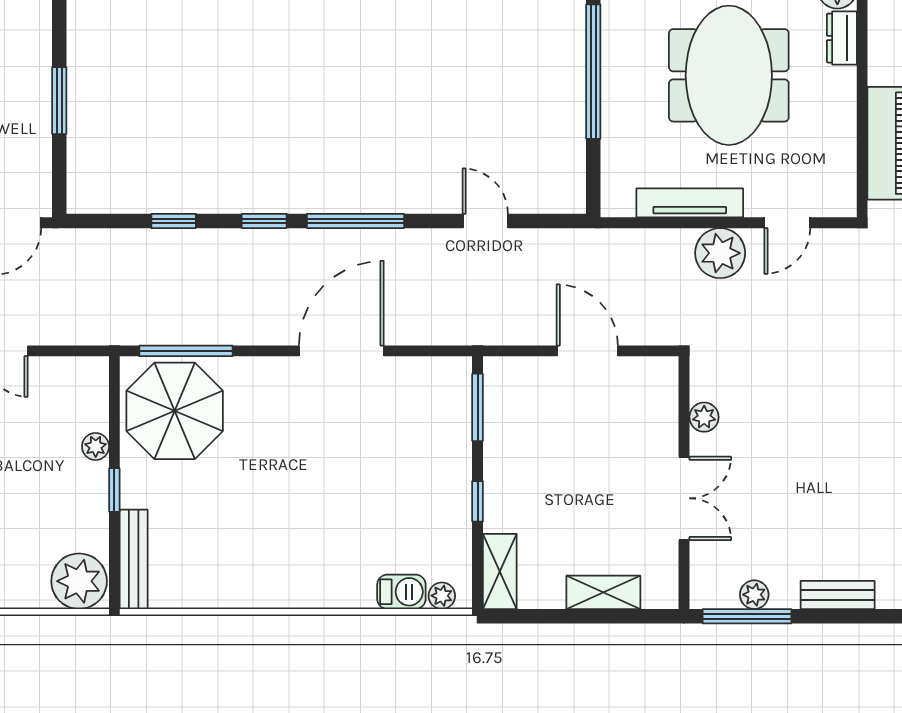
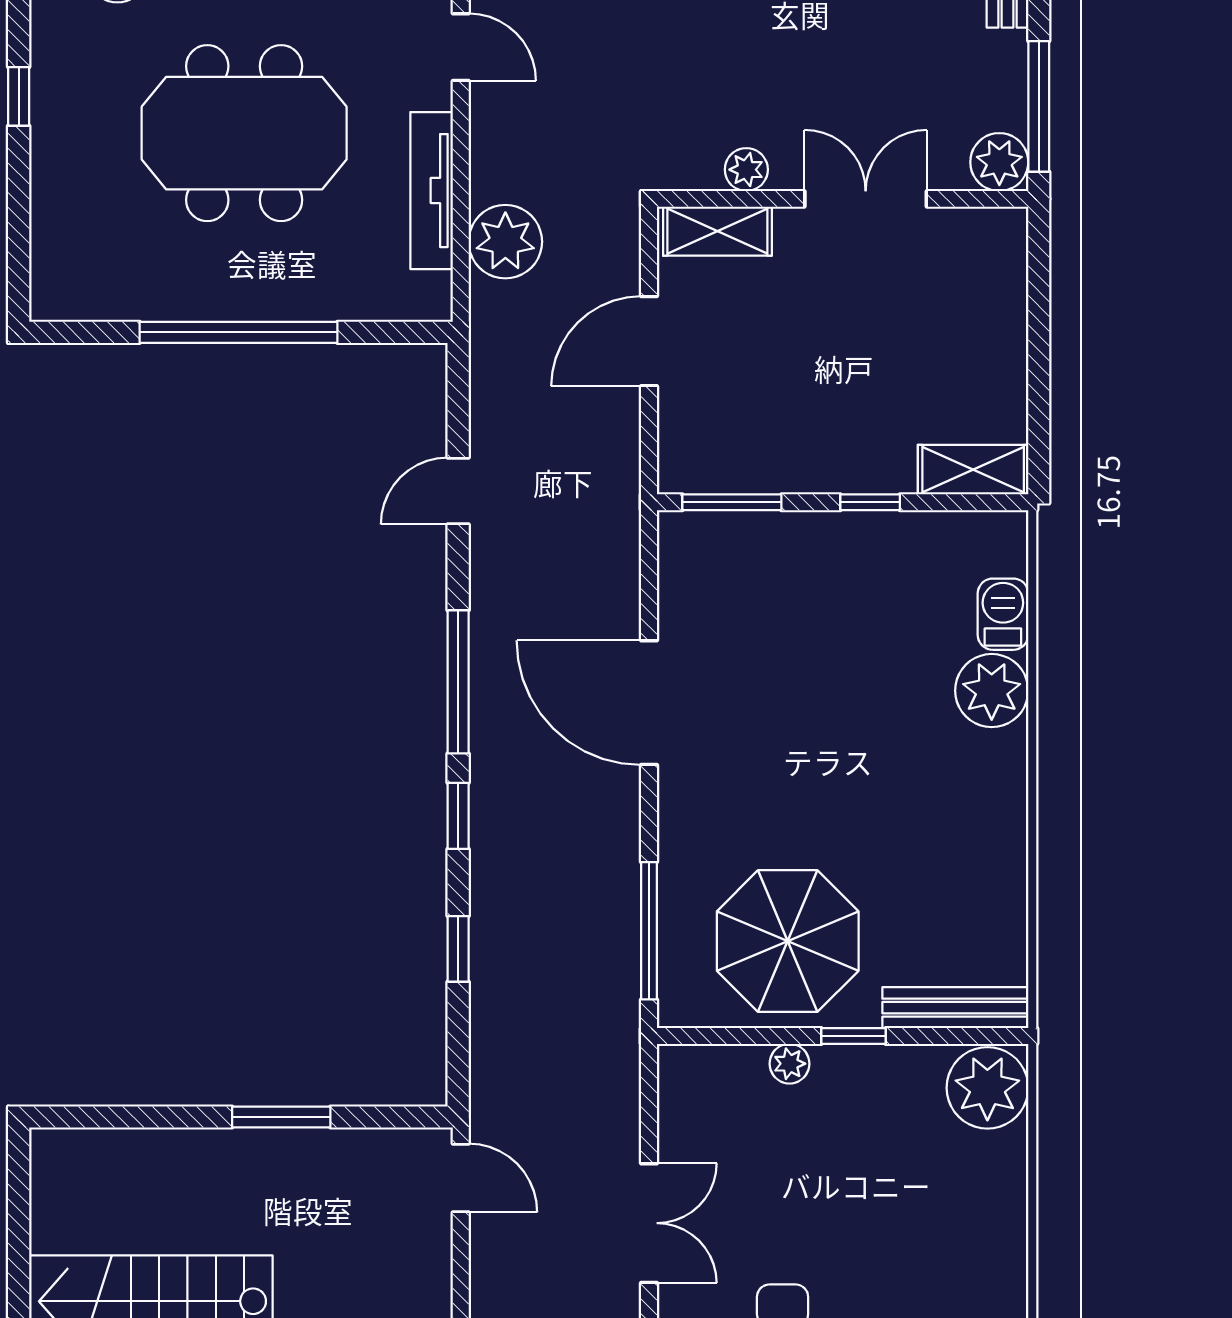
plant: (720, 253) -> (505, 242), moved
parasol: (175, 411) -> (788, 941), moved
shelving: (603, 592) -> (717, 231), moved, turned 90
plant: (754, 595) -> (999, 162), moved, width x1.38, depth x1.38
plant: (442, 596) -> (992, 691), moved, width x1.87, depth x1.87

